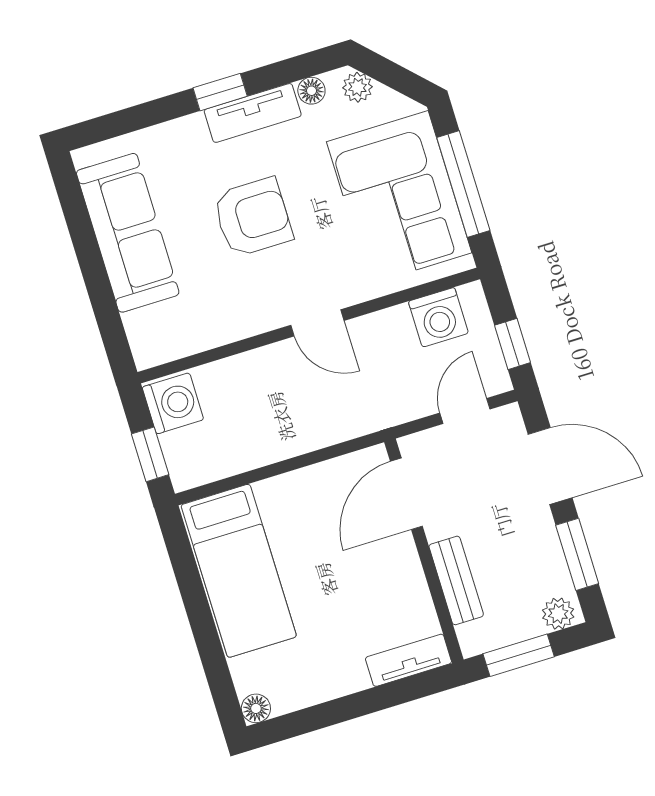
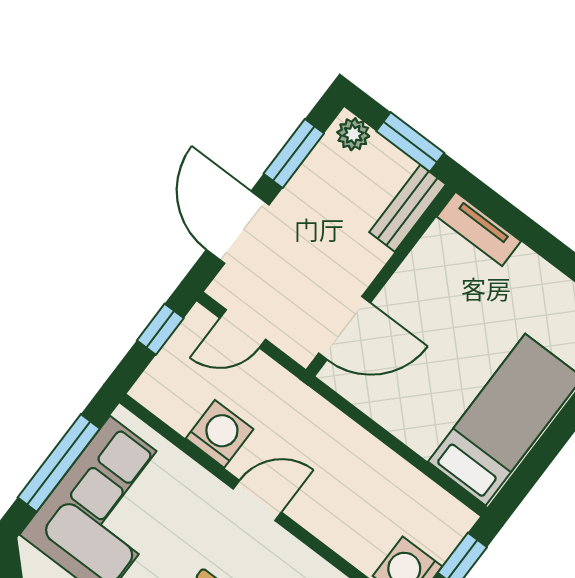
washing machine: (438, 317) -> (220, 434), moved
door: (317, 323) -> (257, 500), hinge flipped
bench: (456, 580) -> (408, 208), moved

